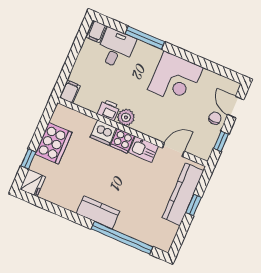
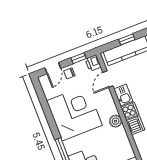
corner desk: (175, 79) -> (74, 113), width x1.36, depth x1.36
printer: (109, 110) -> (93, 63), moved
door: (173, 150) -> (108, 79), hinge flipped

